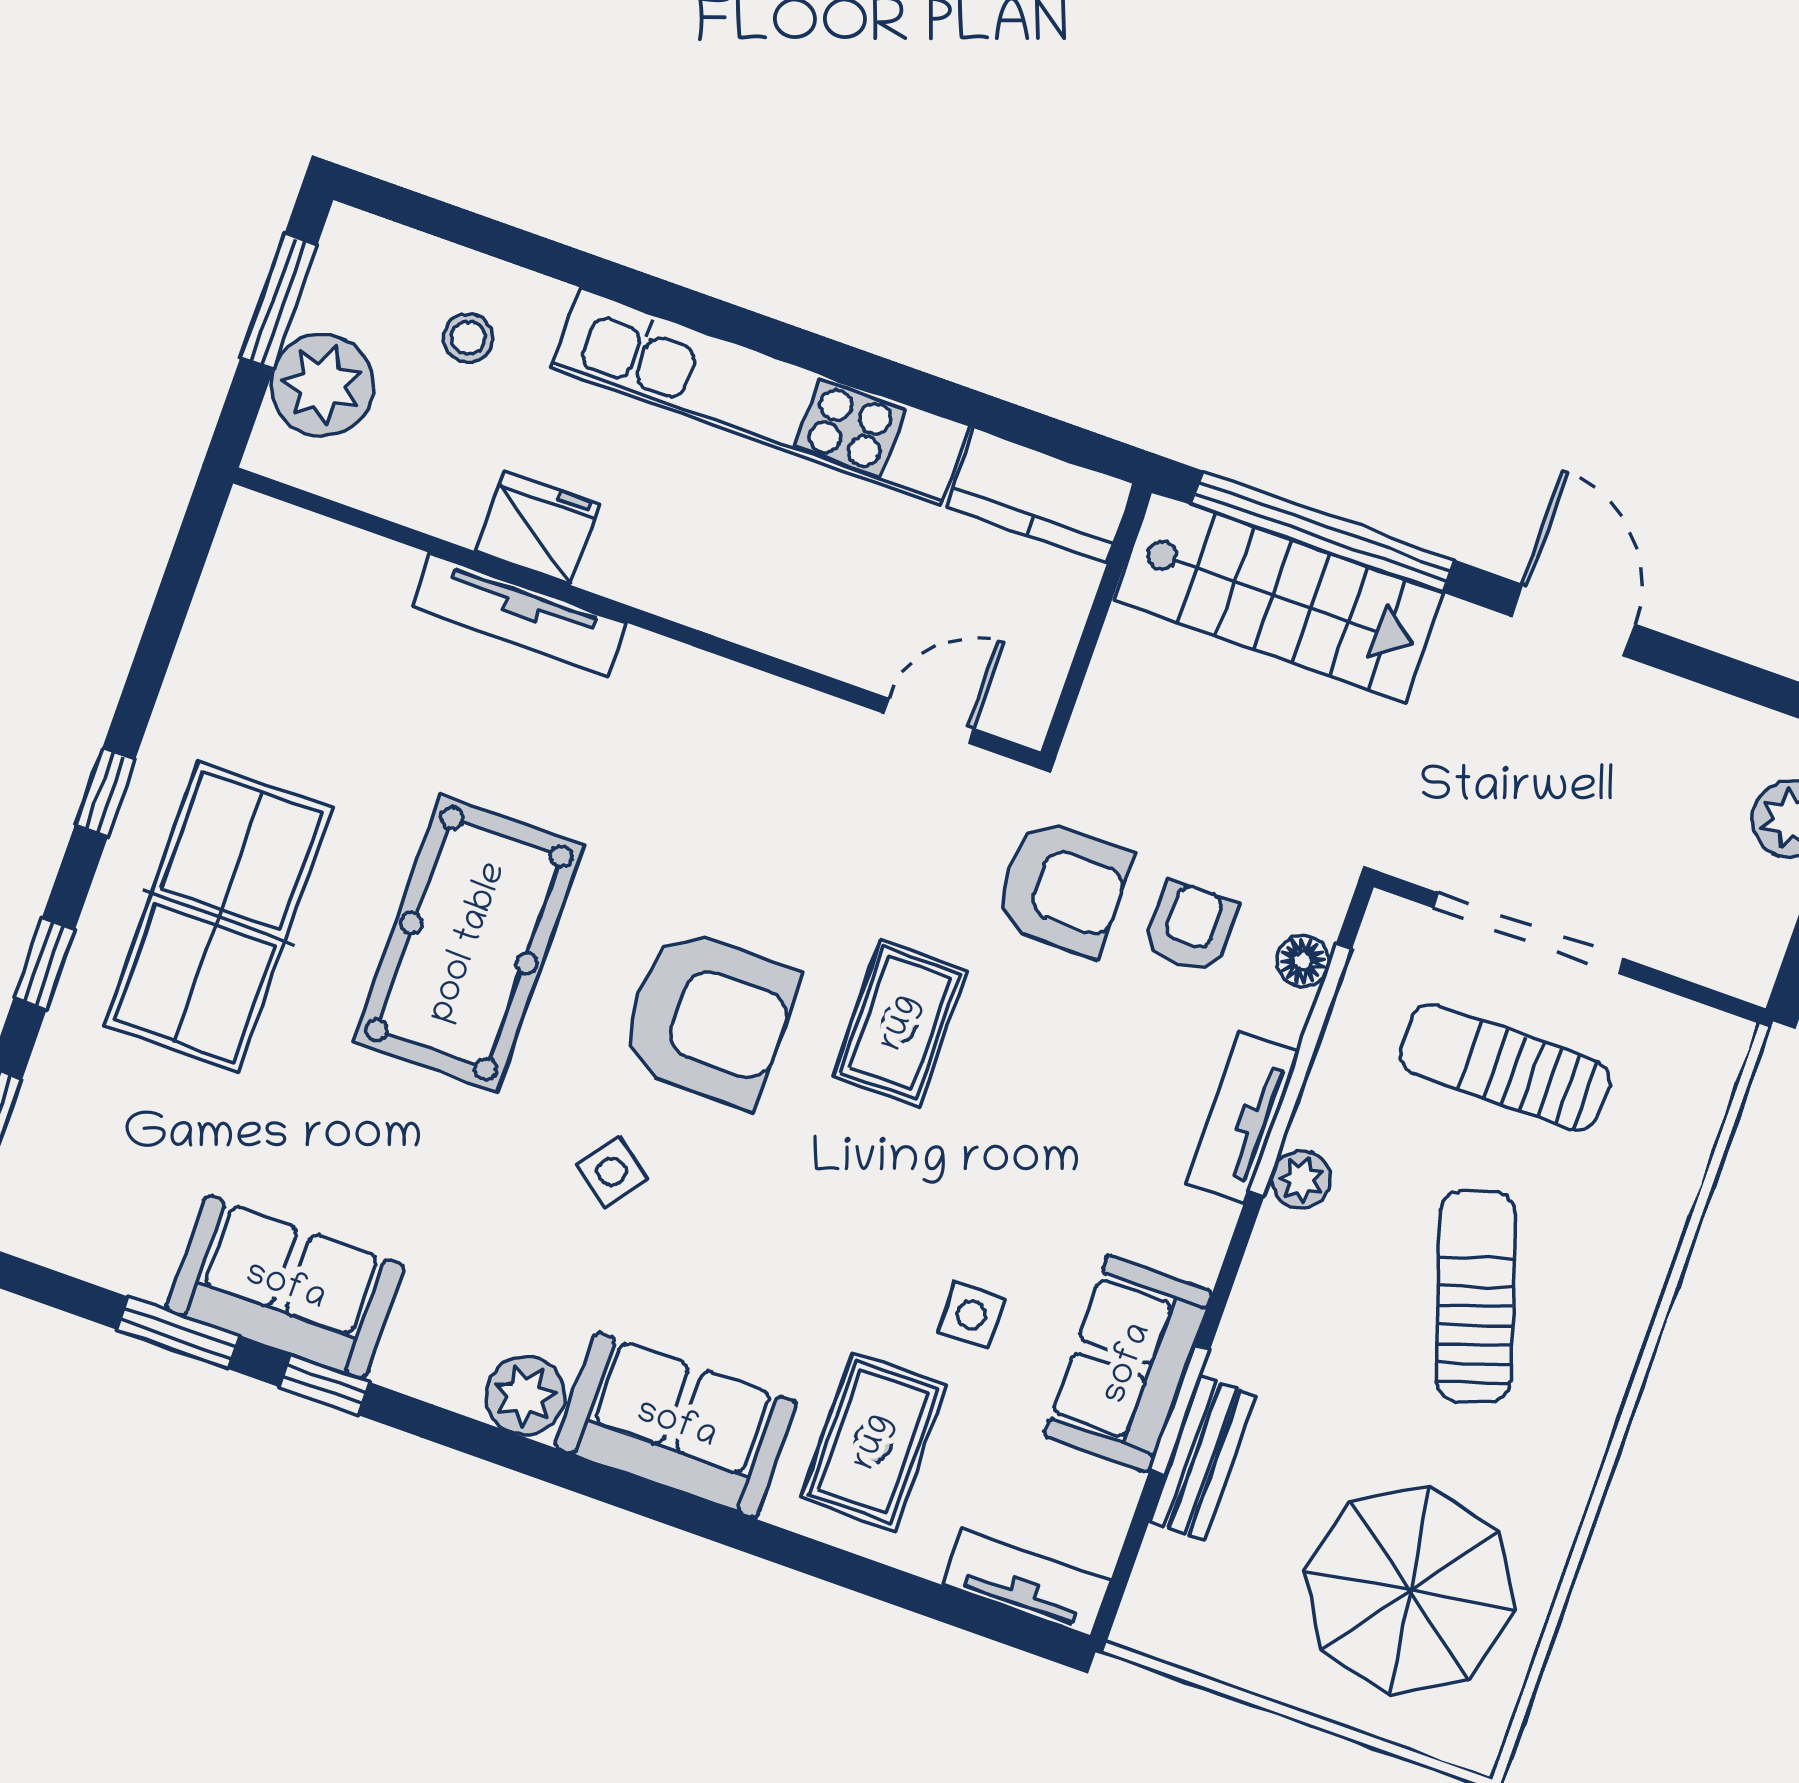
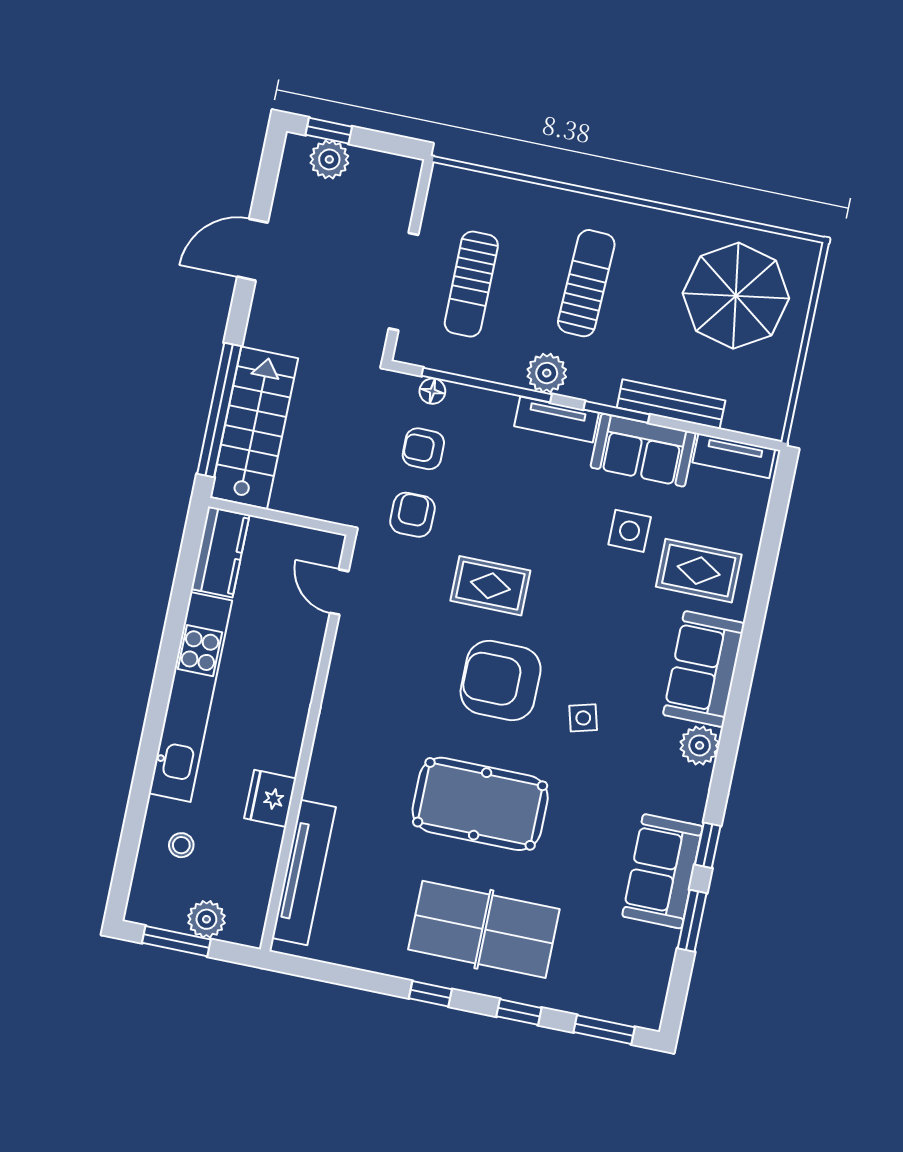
plant: (322, 385) -> (206, 919), width x0.73, depth x0.73
tv unit: (519, 615) -> (304, 873), moved, width x1.36, depth x1.29
door: (1573, 620) -> (252, 250), moved
armchair: (1062, 888) -> (412, 515), width x0.72, depth x0.72
armchair: (709, 1018) -> (501, 681), turned -90
tv unit: (1242, 1118) -> (556, 419), moved
side table: (612, 1172) -> (583, 718), turned 38
plant: (1301, 1179) -> (547, 373), width x1.38, depth x1.38
sun lounger: (1475, 1296) -> (586, 283), turned 110
side table: (971, 1315) -> (630, 531), width x1.37, depth x1.37
window: (1180, 1410) -> (617, 412), moved
bench: (1203, 1458) -> (671, 404), width x1.36
tv unit: (1026, 1583) -> (734, 456), moved, turned -90

